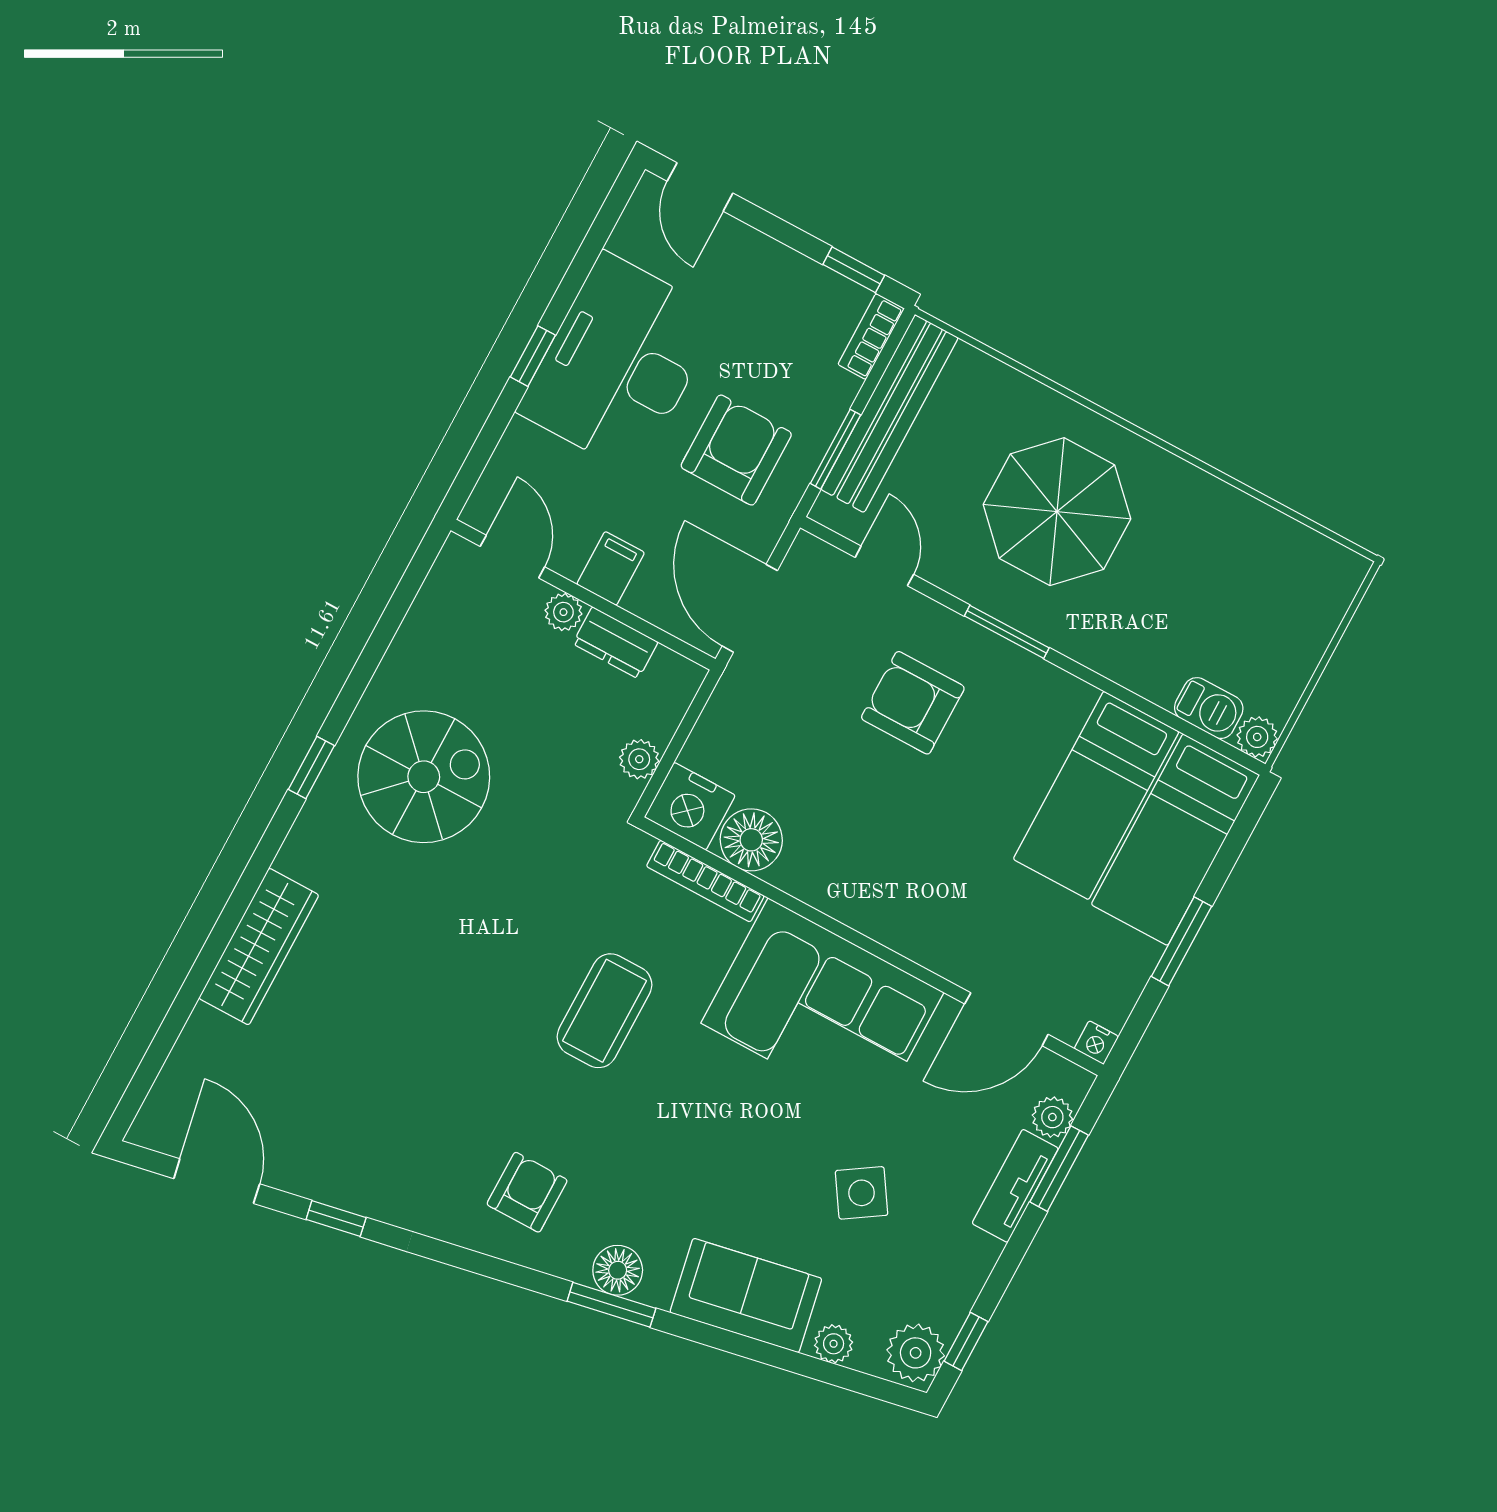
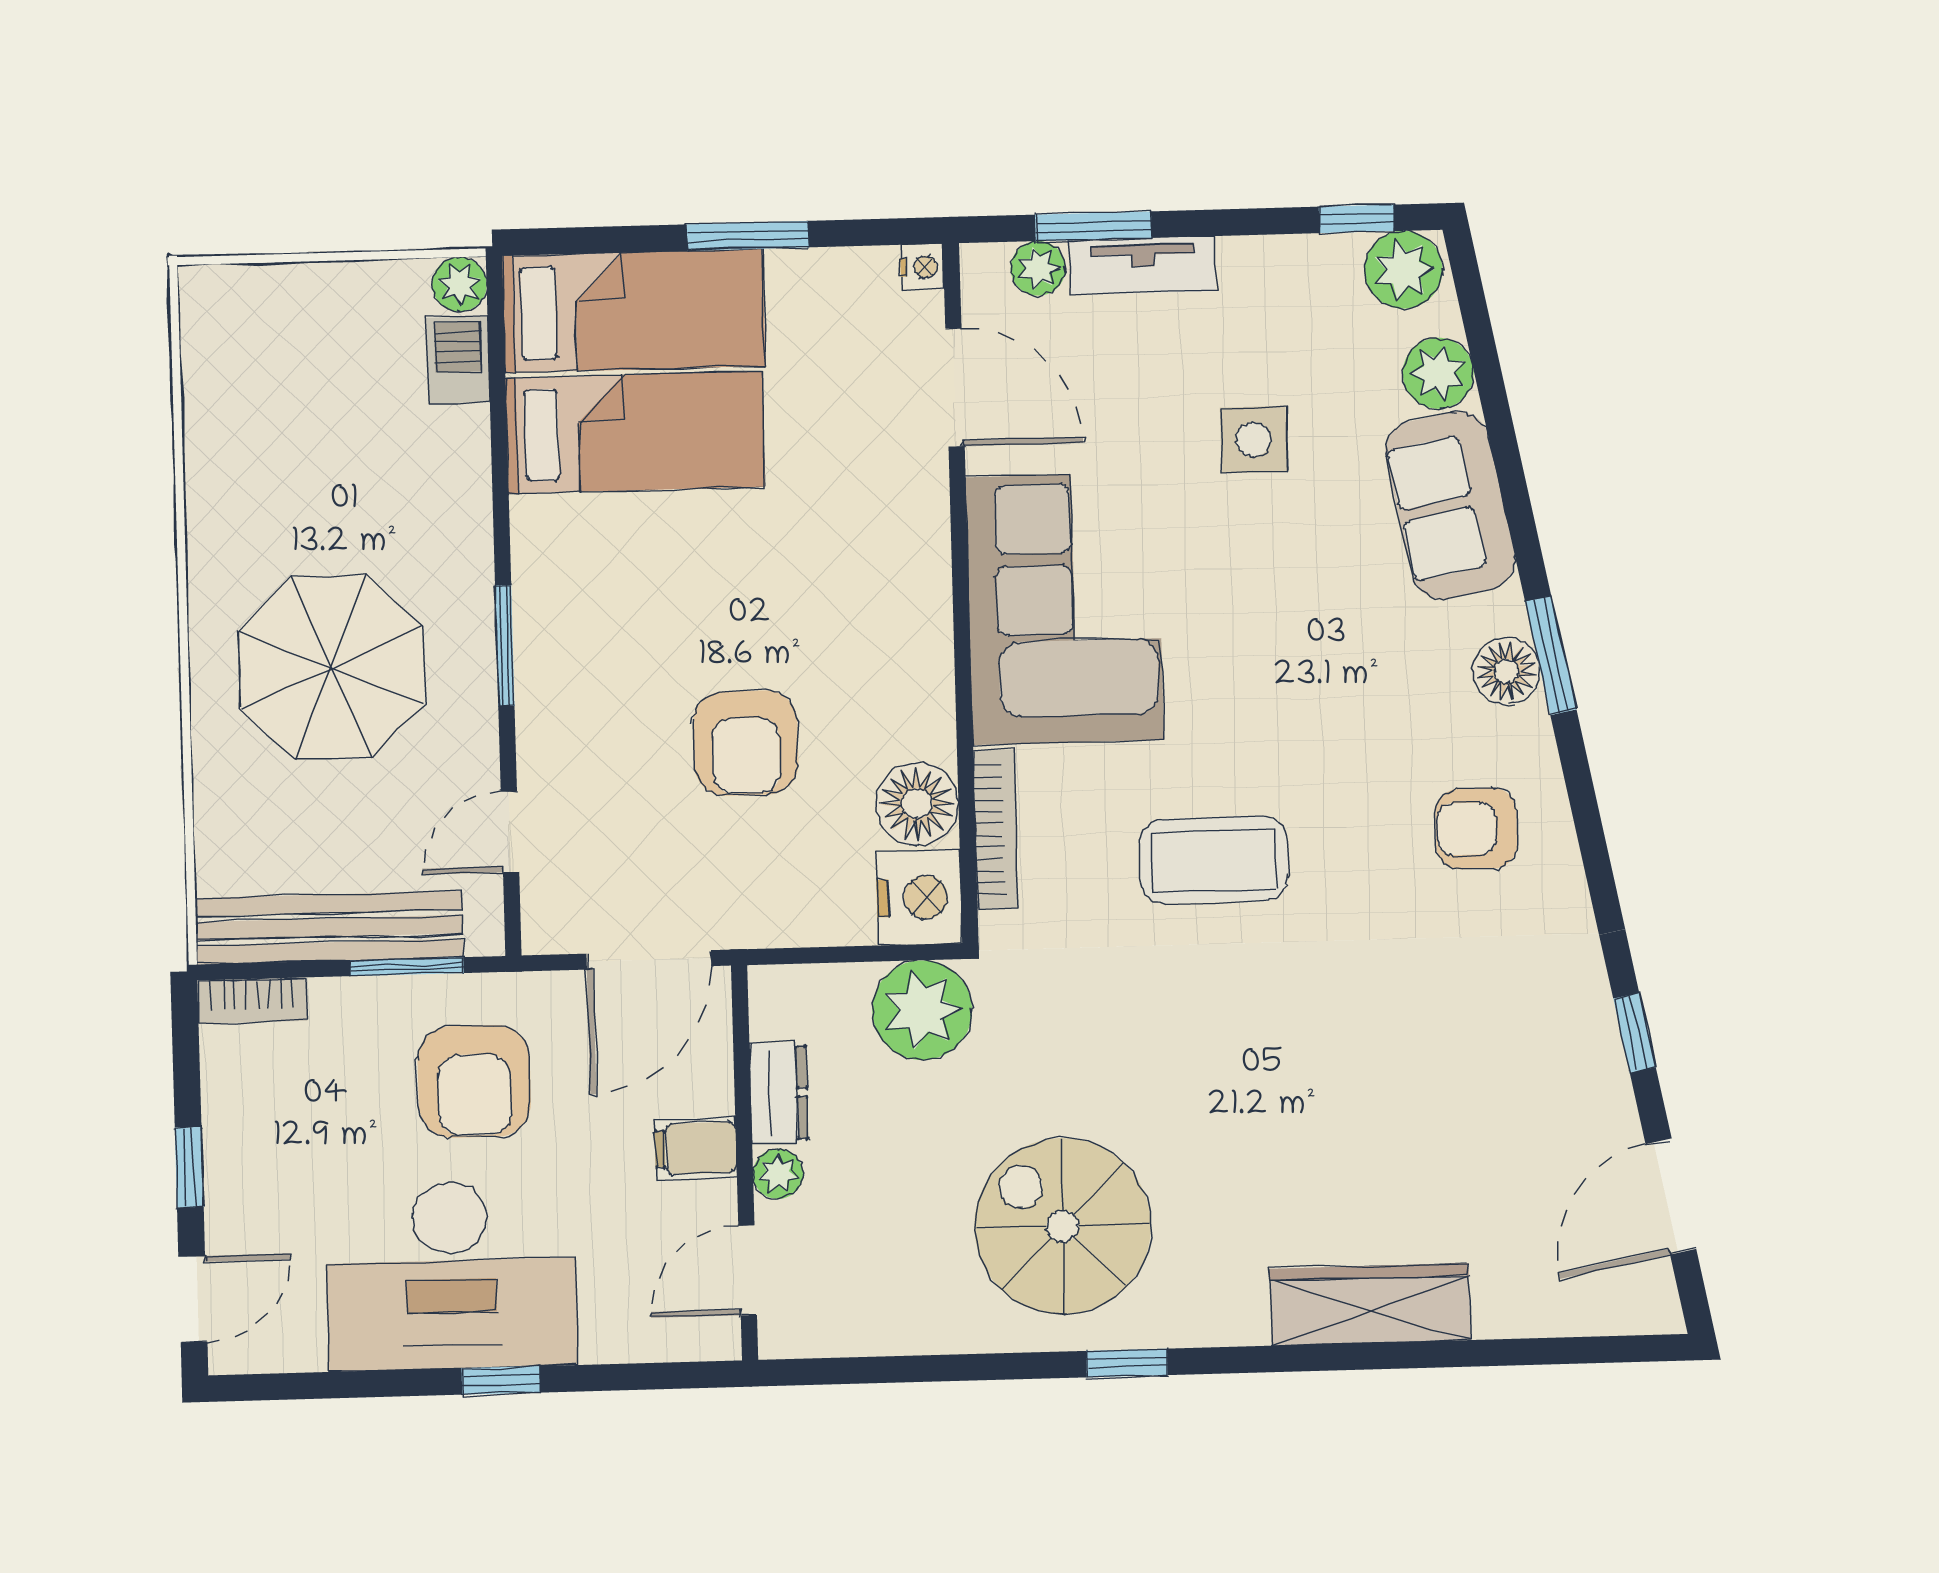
window: (854, 270) -> (189, 1167), moved
armchair: (736, 450) -> (474, 1081), turned -90
armchair: (913, 703) -> (746, 743), moved
plant: (639, 759) -> (922, 1010), width x1.88, depth x1.88
side table: (862, 1193) -> (1254, 439), turned 33
plant: (834, 1344) -> (1438, 373), width x1.38, depth x1.38

